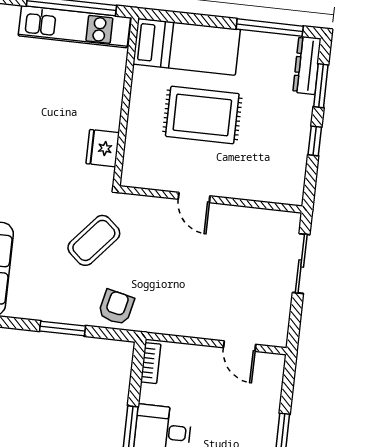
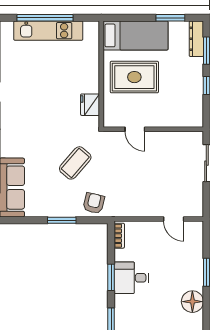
window: (270, 28) -> (170, 18), width x0.69
bed: (187, 47) -> (136, 35), moved
wall: (126, 102) -> (101, 74), moved
fridge: (103, 148) -> (90, 105), moved

